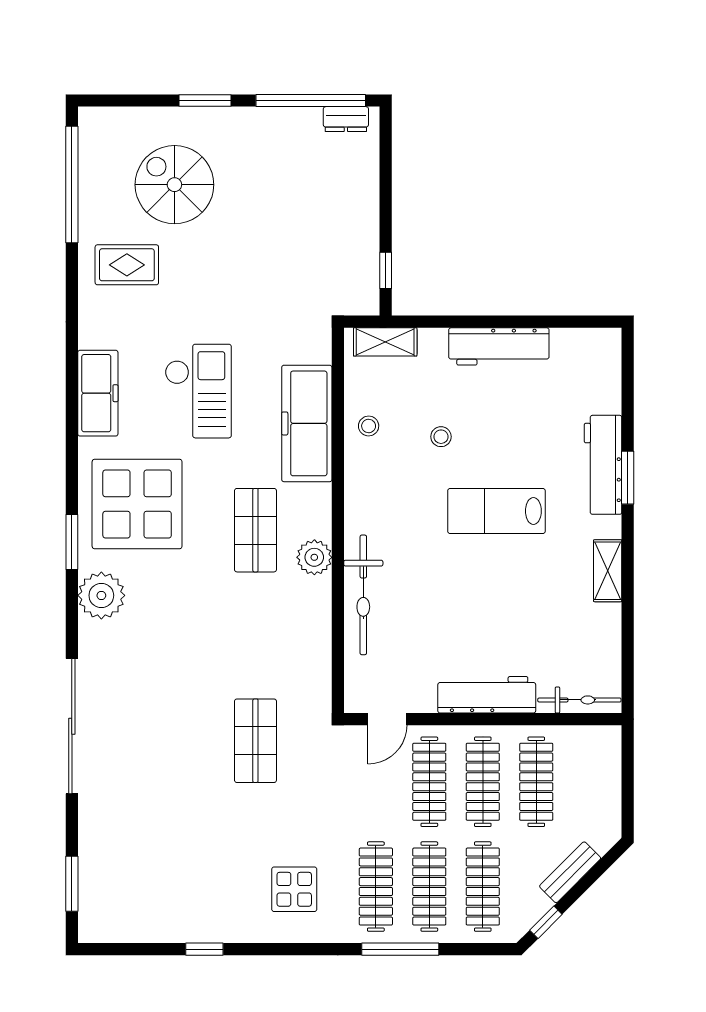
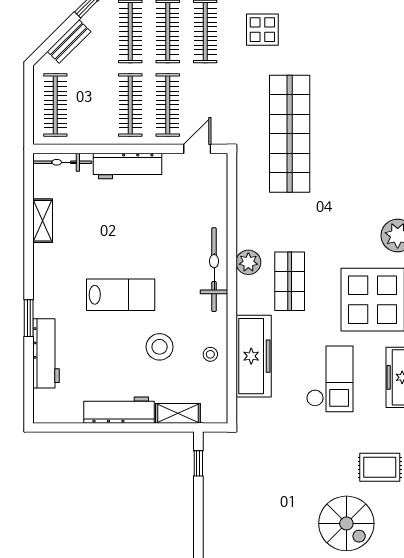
shelving: (385, 342) -> (178, 413), moved
checkout: (198, 391) -> (330, 379), turned 180
stool: (441, 437) -> (160, 347), width x1.89, depth x1.89
workbench: (603, 465) -> (46, 353), moved
shelving: (608, 571) -> (43, 221), moved
bicycle: (363, 595) -> (214, 270), moved
shop shelf: (255, 741) -> (290, 134), width x2.00, depth x1.36
clothes rail: (536, 782) -> (55, 105), moved

